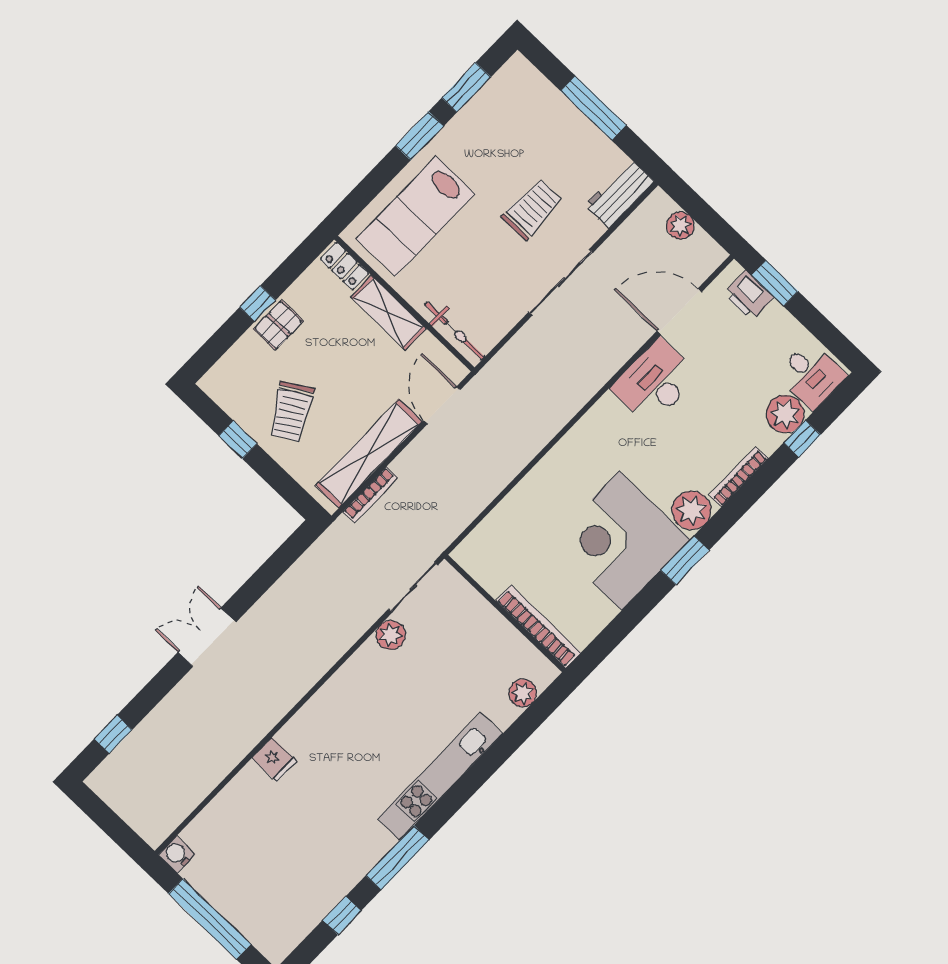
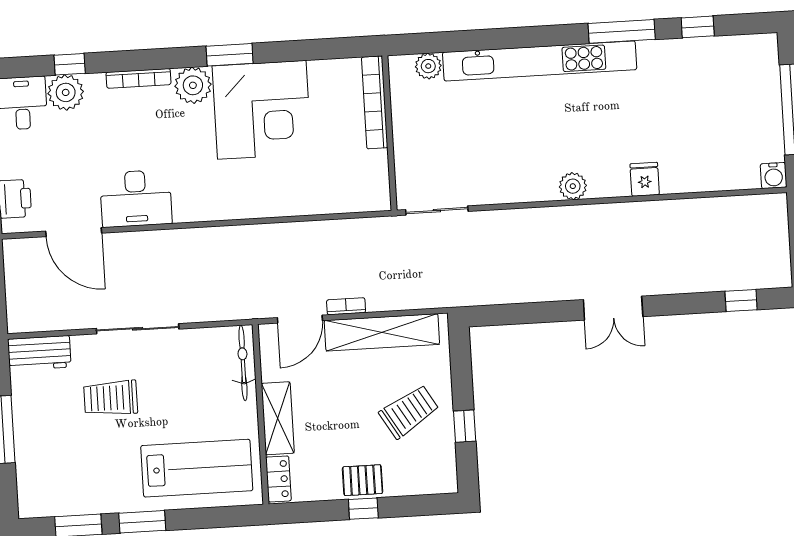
plant: (680, 226) -> (18, 291), removed
bookcase: (370, 495) -> (346, 306), moved, width x0.64
plant: (391, 635) -> (573, 186), moved
kitchen unit: (440, 776) -> (540, 61), width x1.36

